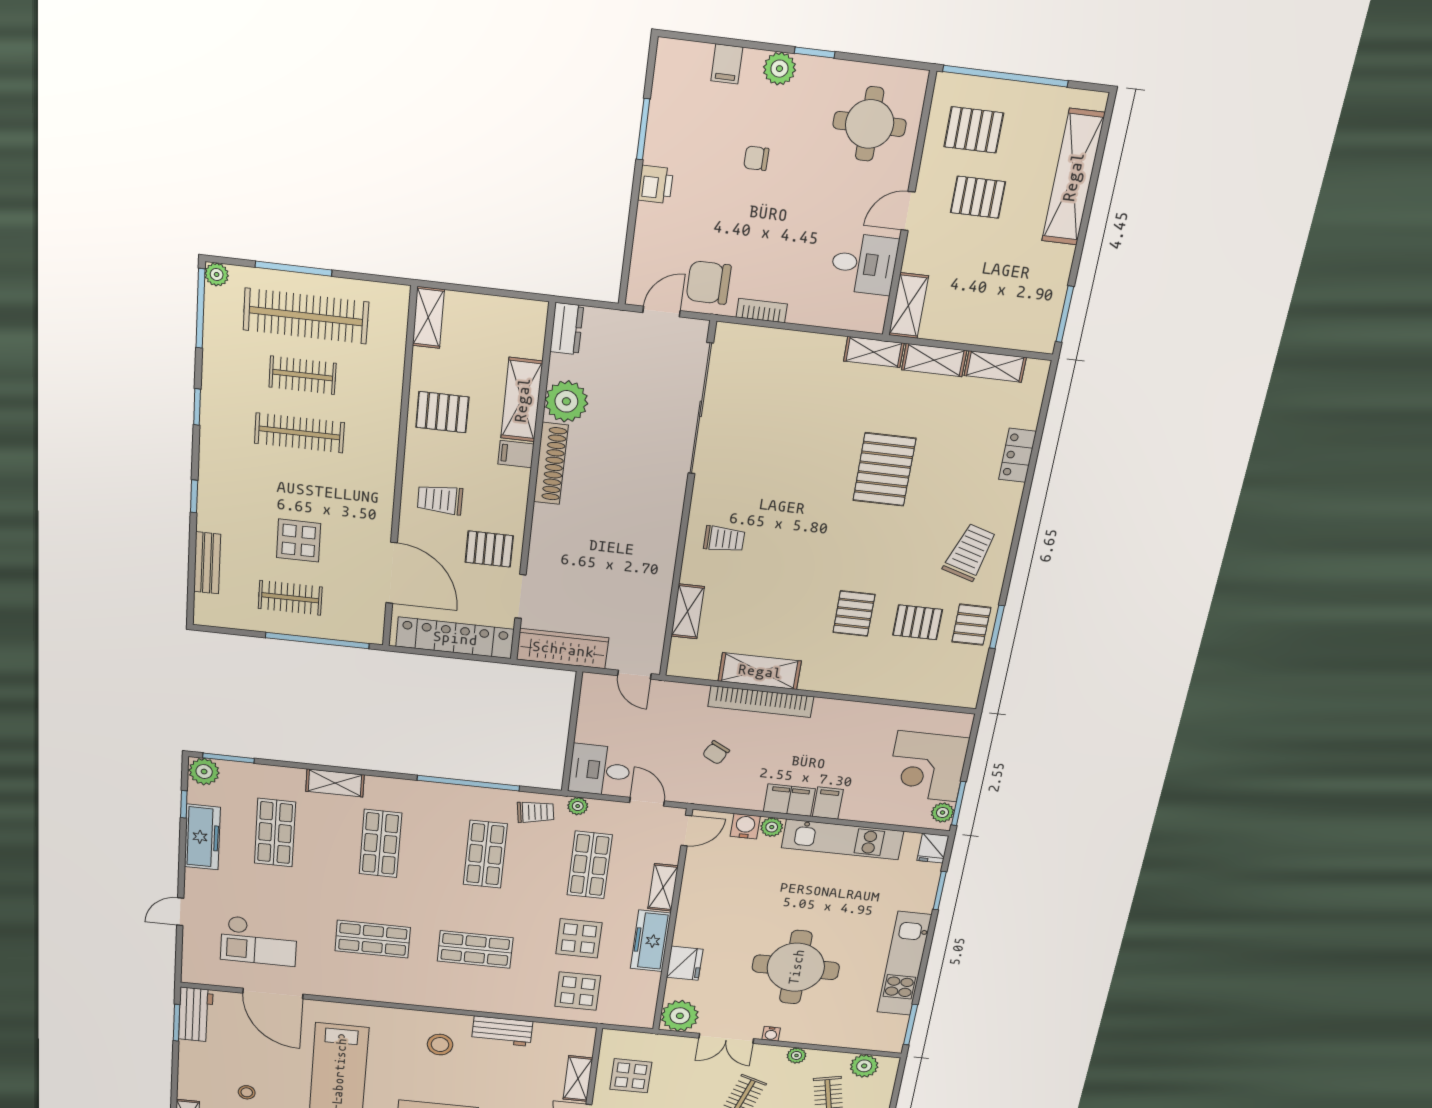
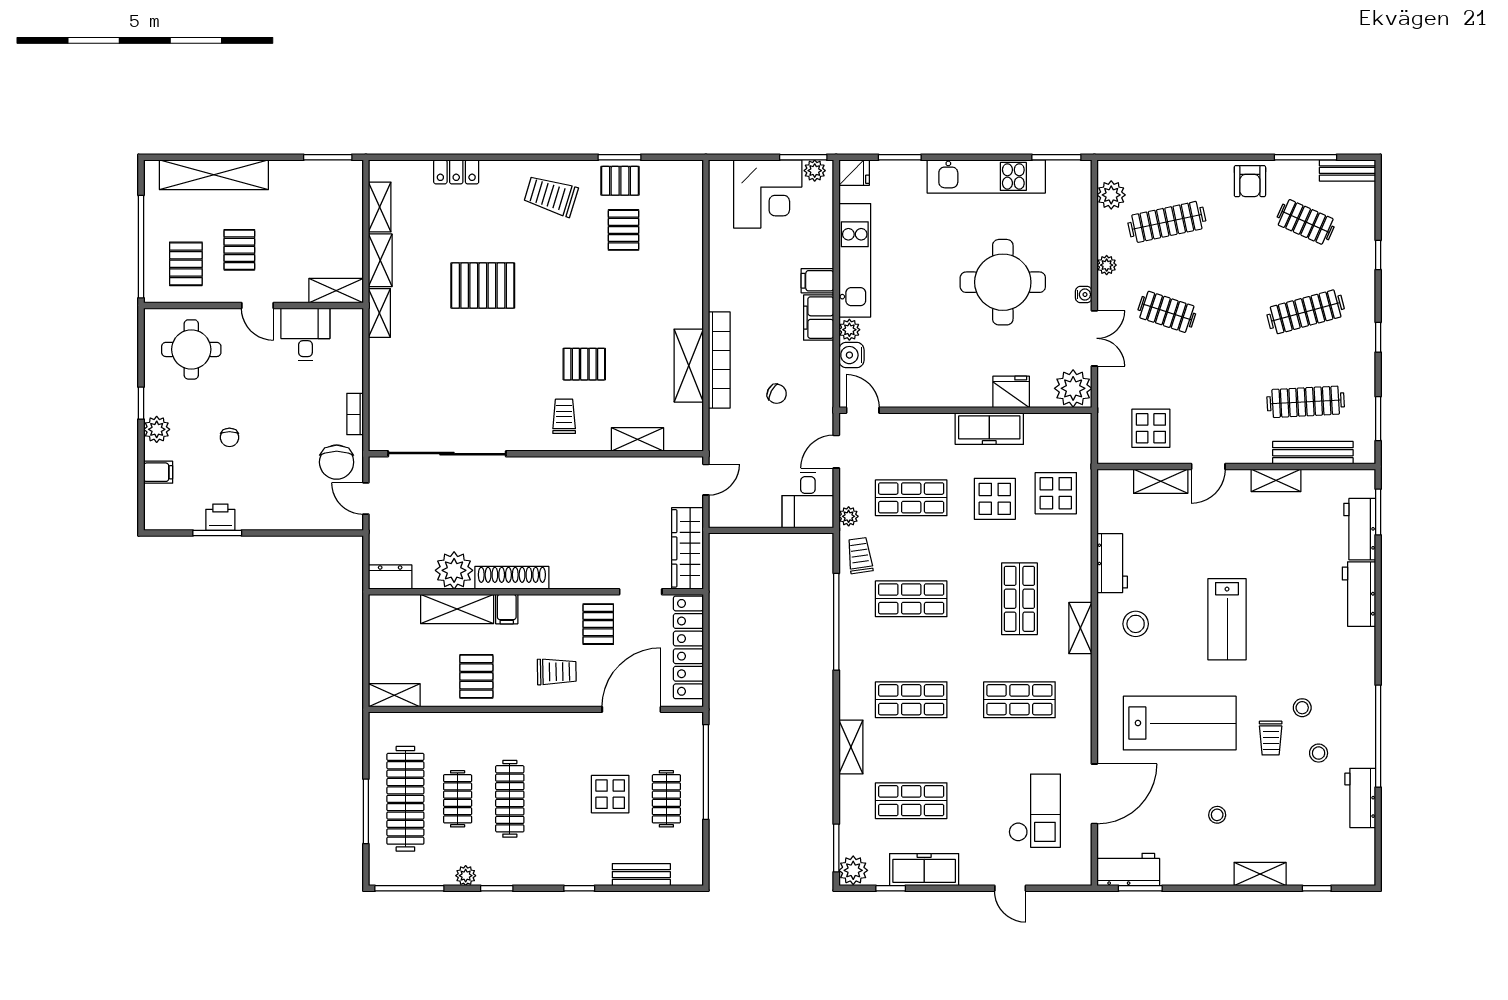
printer: (656, 184) -> (220, 517), moved
plant: (217, 274) -> (466, 876), moved
trolley: (440, 500) -> (557, 672), turned -91
pallet: (854, 613) -> (584, 364), moved
shelving: (663, 887) -> (1080, 628), moved, turned 90
shop shelf: (373, 939) -> (1019, 700), turned 90

